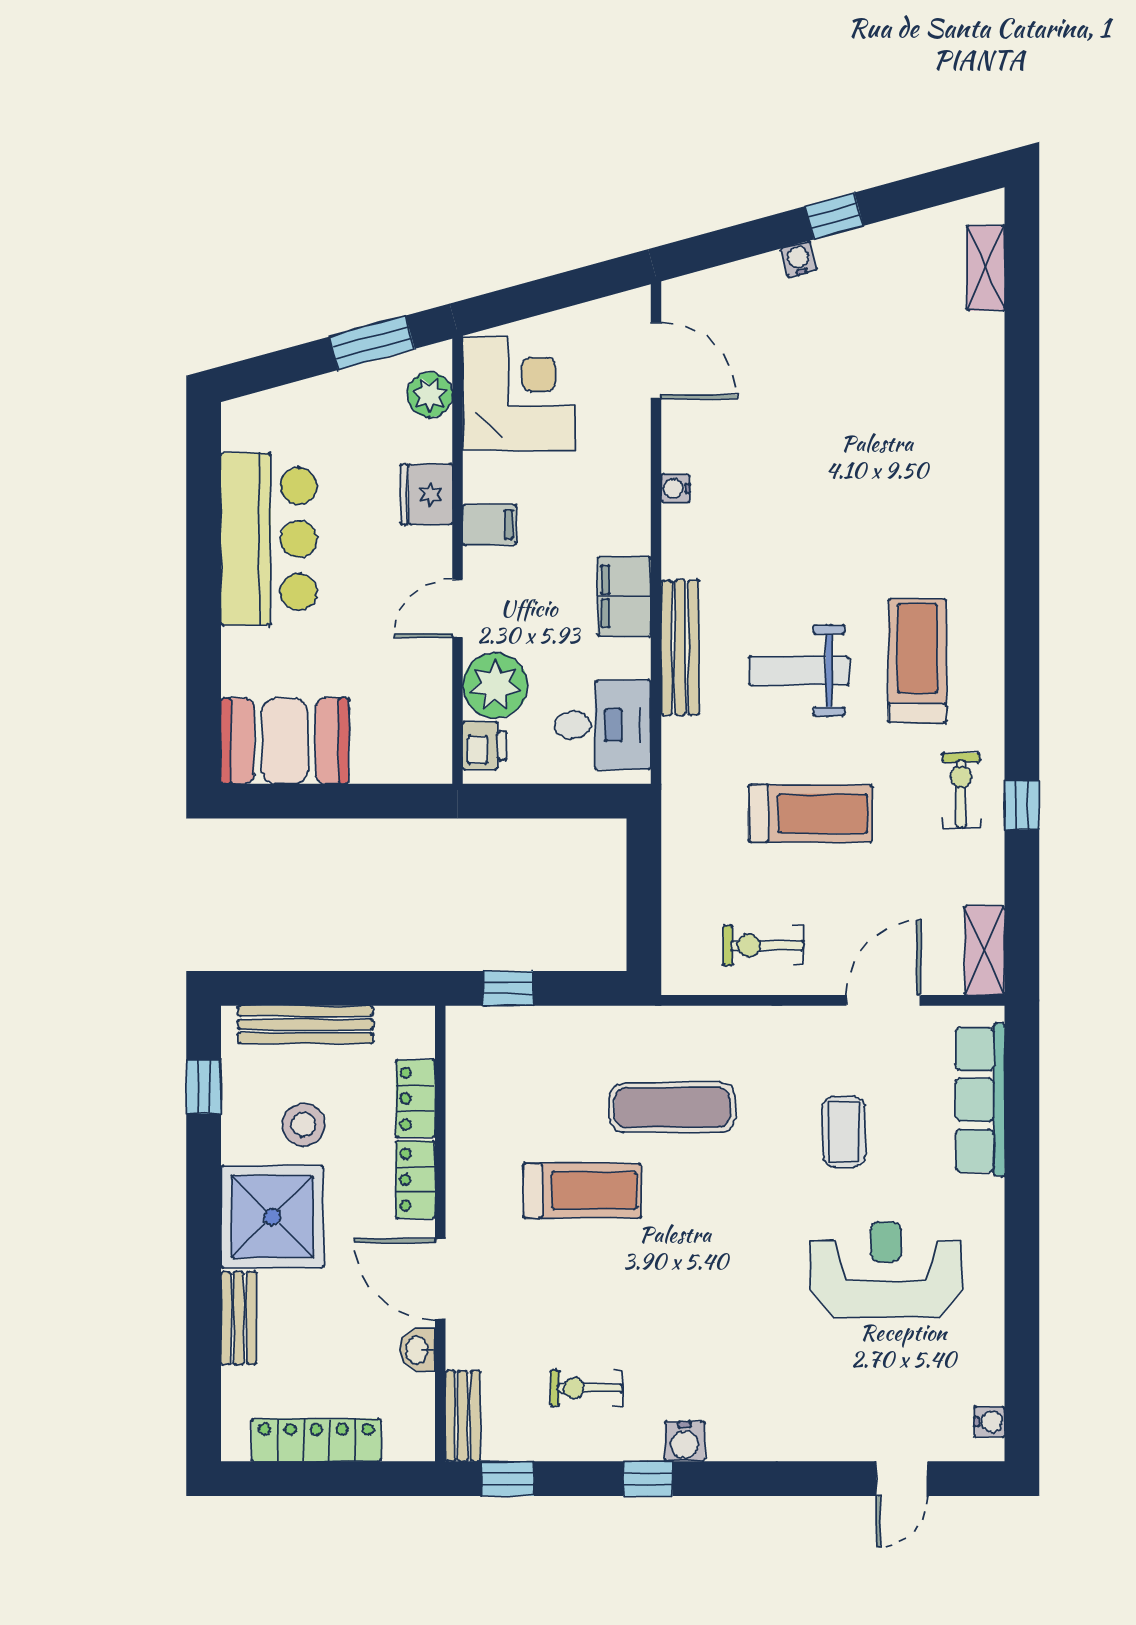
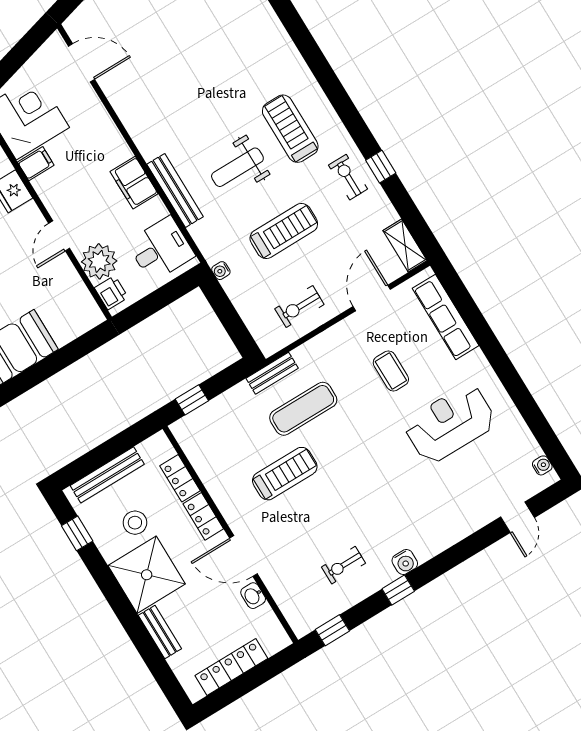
water cooler: (675, 488) -> (221, 271), moved
filing cabinet: (490, 525) -> (36, 164), moved
bench: (463, 1416) -> (272, 373), moved, turned 90

